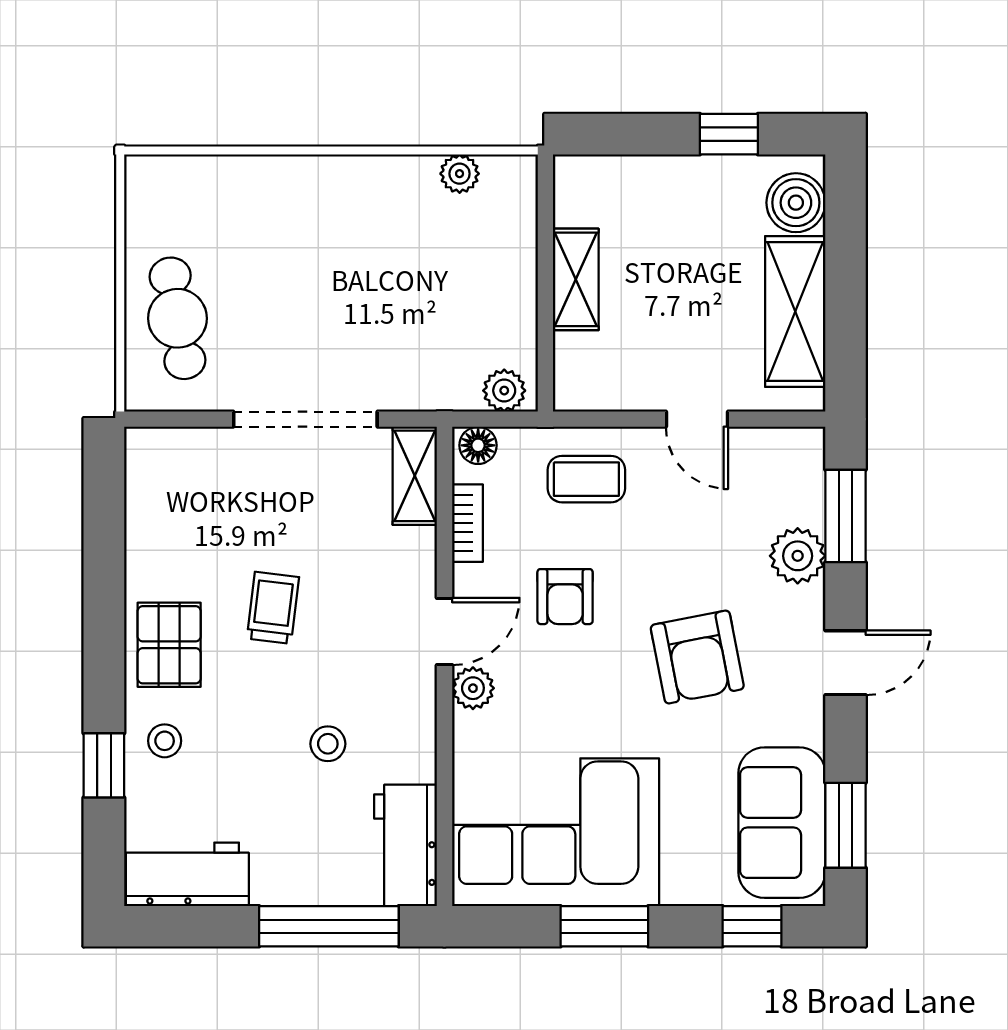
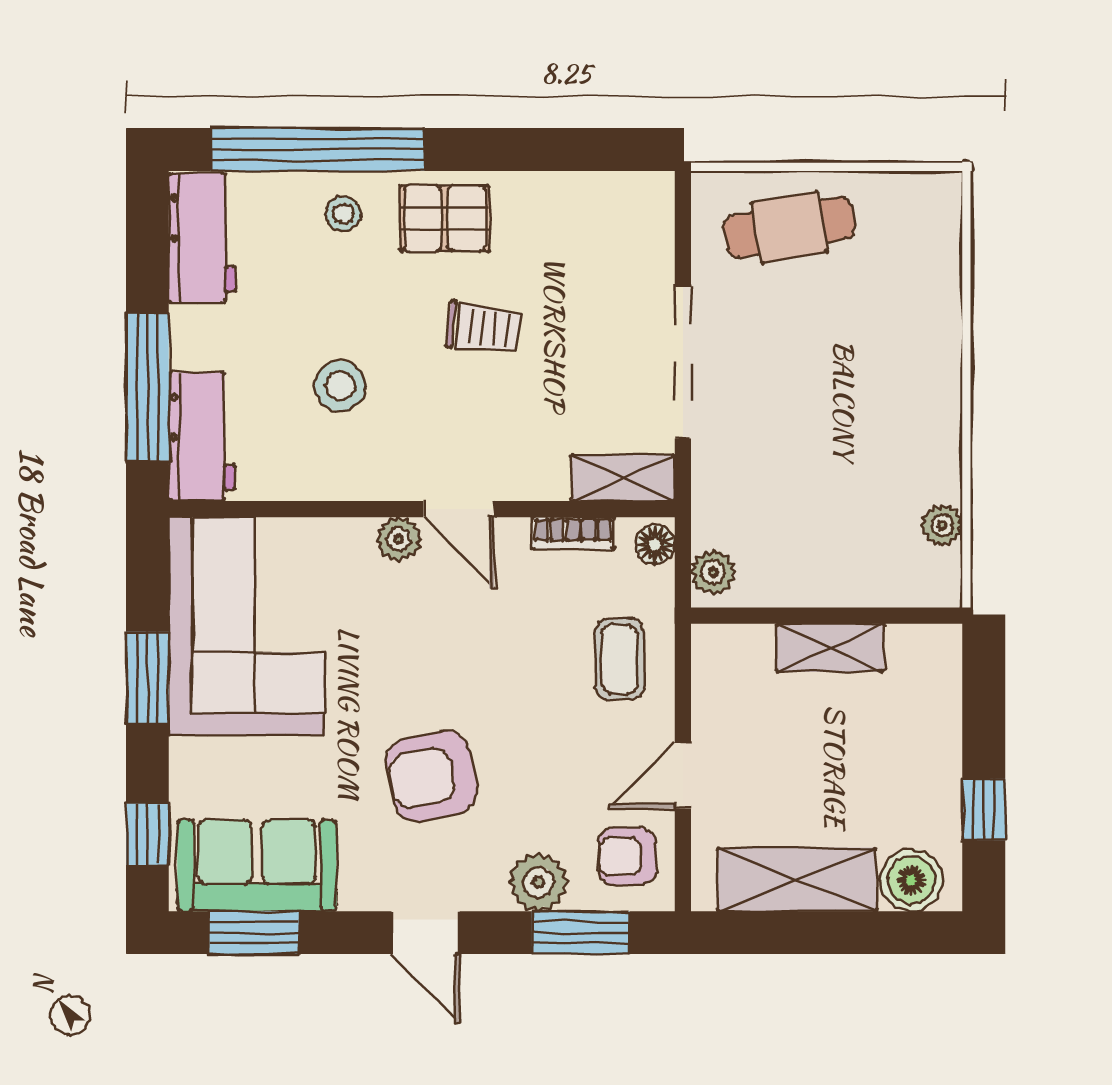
armchair: (565, 597) -> (627, 856), moved
stool: (328, 744) -> (340, 386), width x1.37, depth x1.37
window: (104, 765) -> (317, 150), width x3.17
workbench: (405, 845) -> (202, 436), moved, turned 90

